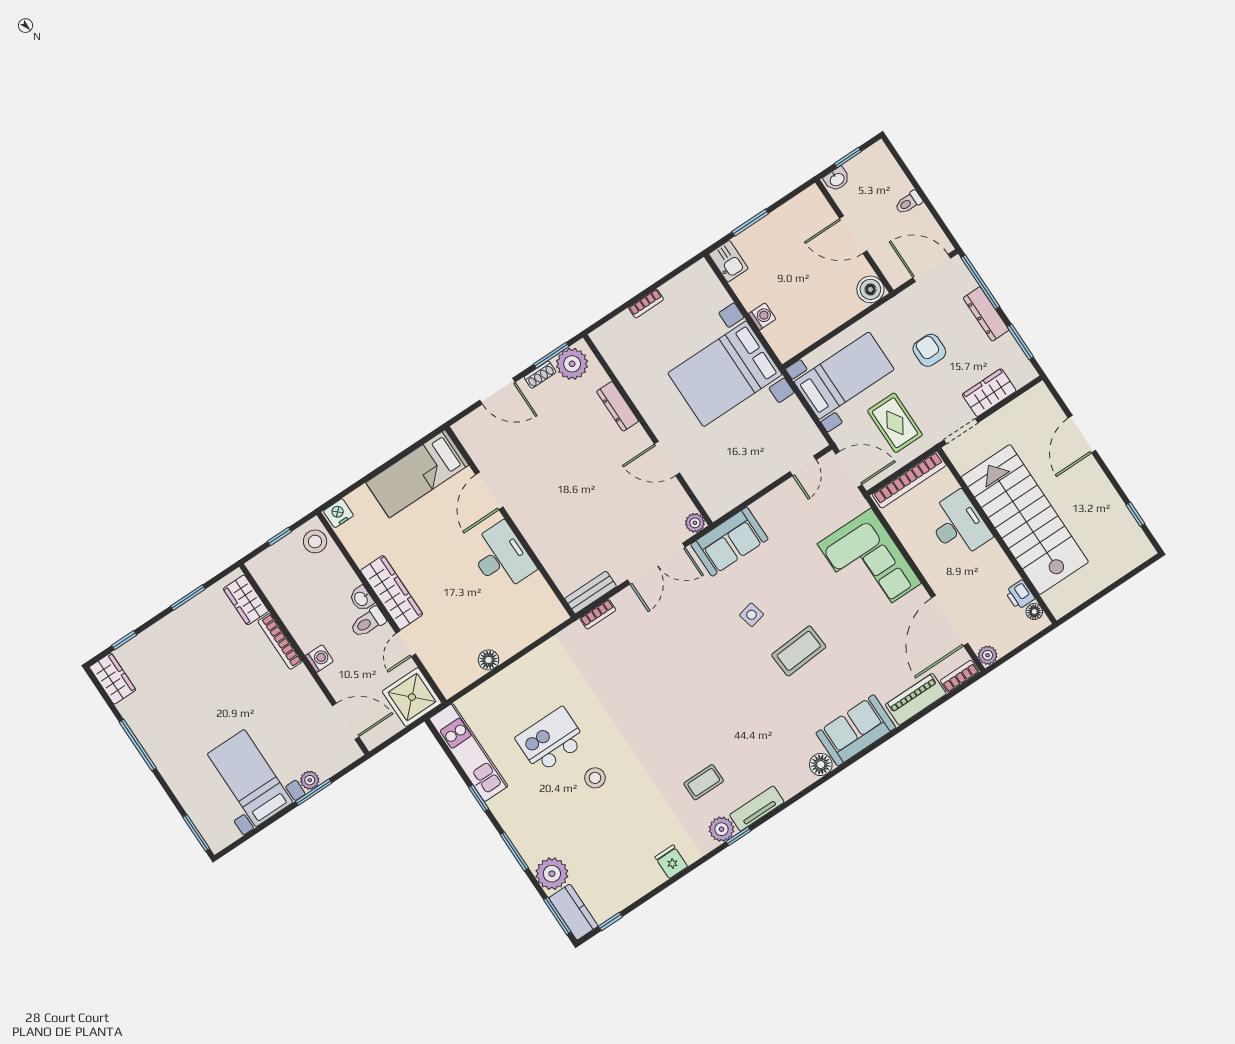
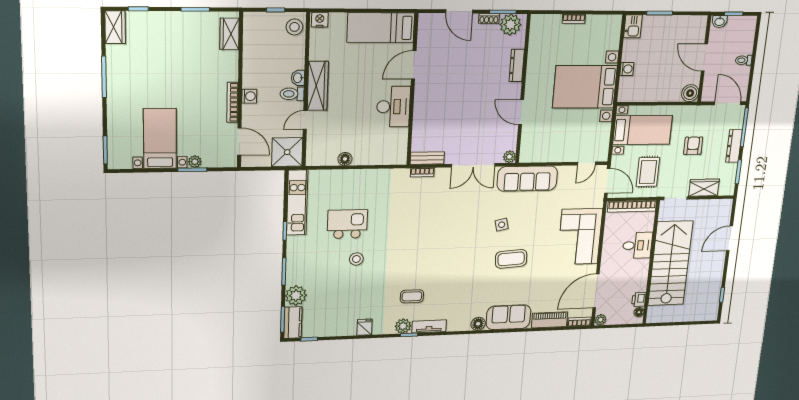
desk: (958, 525) -> (637, 245), width x0.73
sofa: (729, 542) -> (527, 179), width x1.36
bookcase: (280, 641) -> (233, 102), moved

